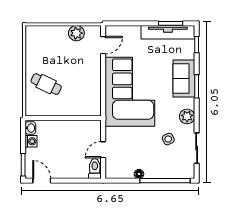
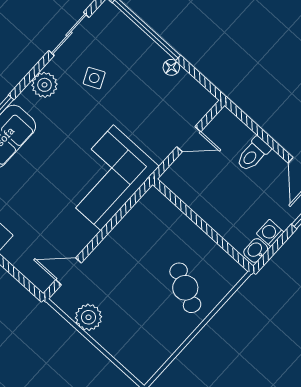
corner sofa: (130, 92) -> (107, 178), width x0.73, depth x0.74
toilet: (95, 169) -> (253, 154), moved

